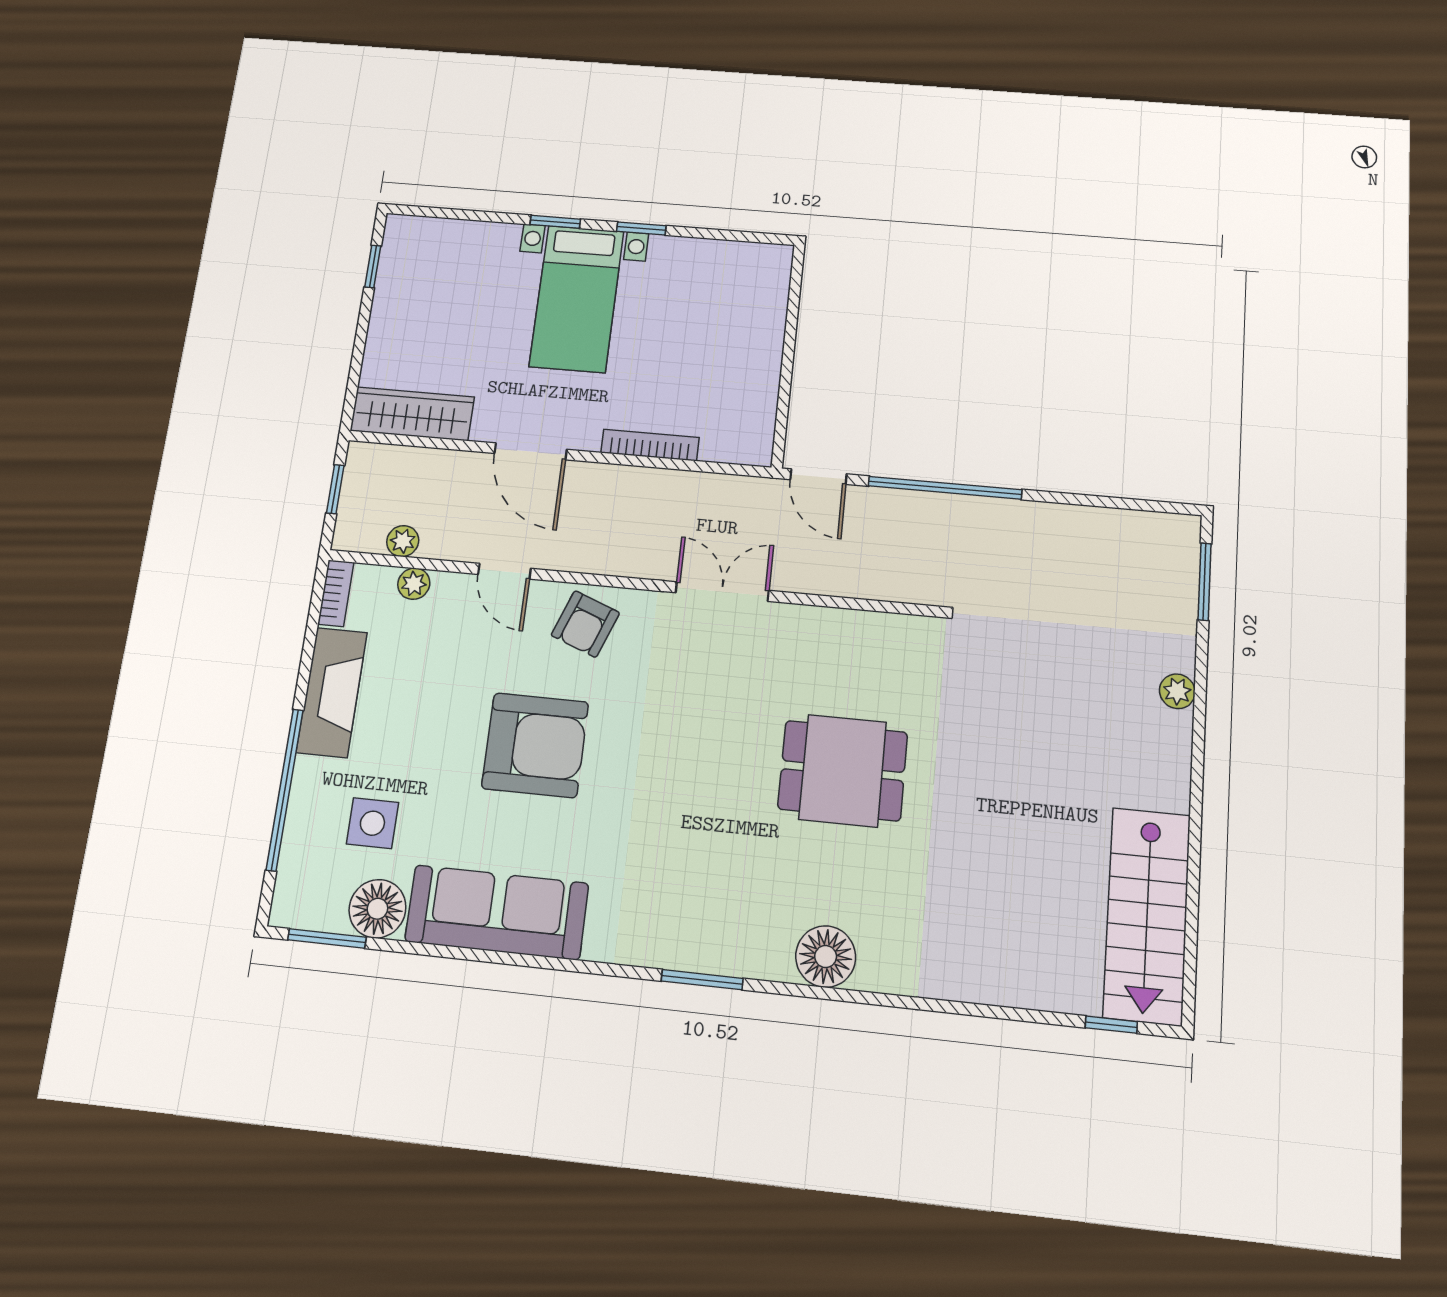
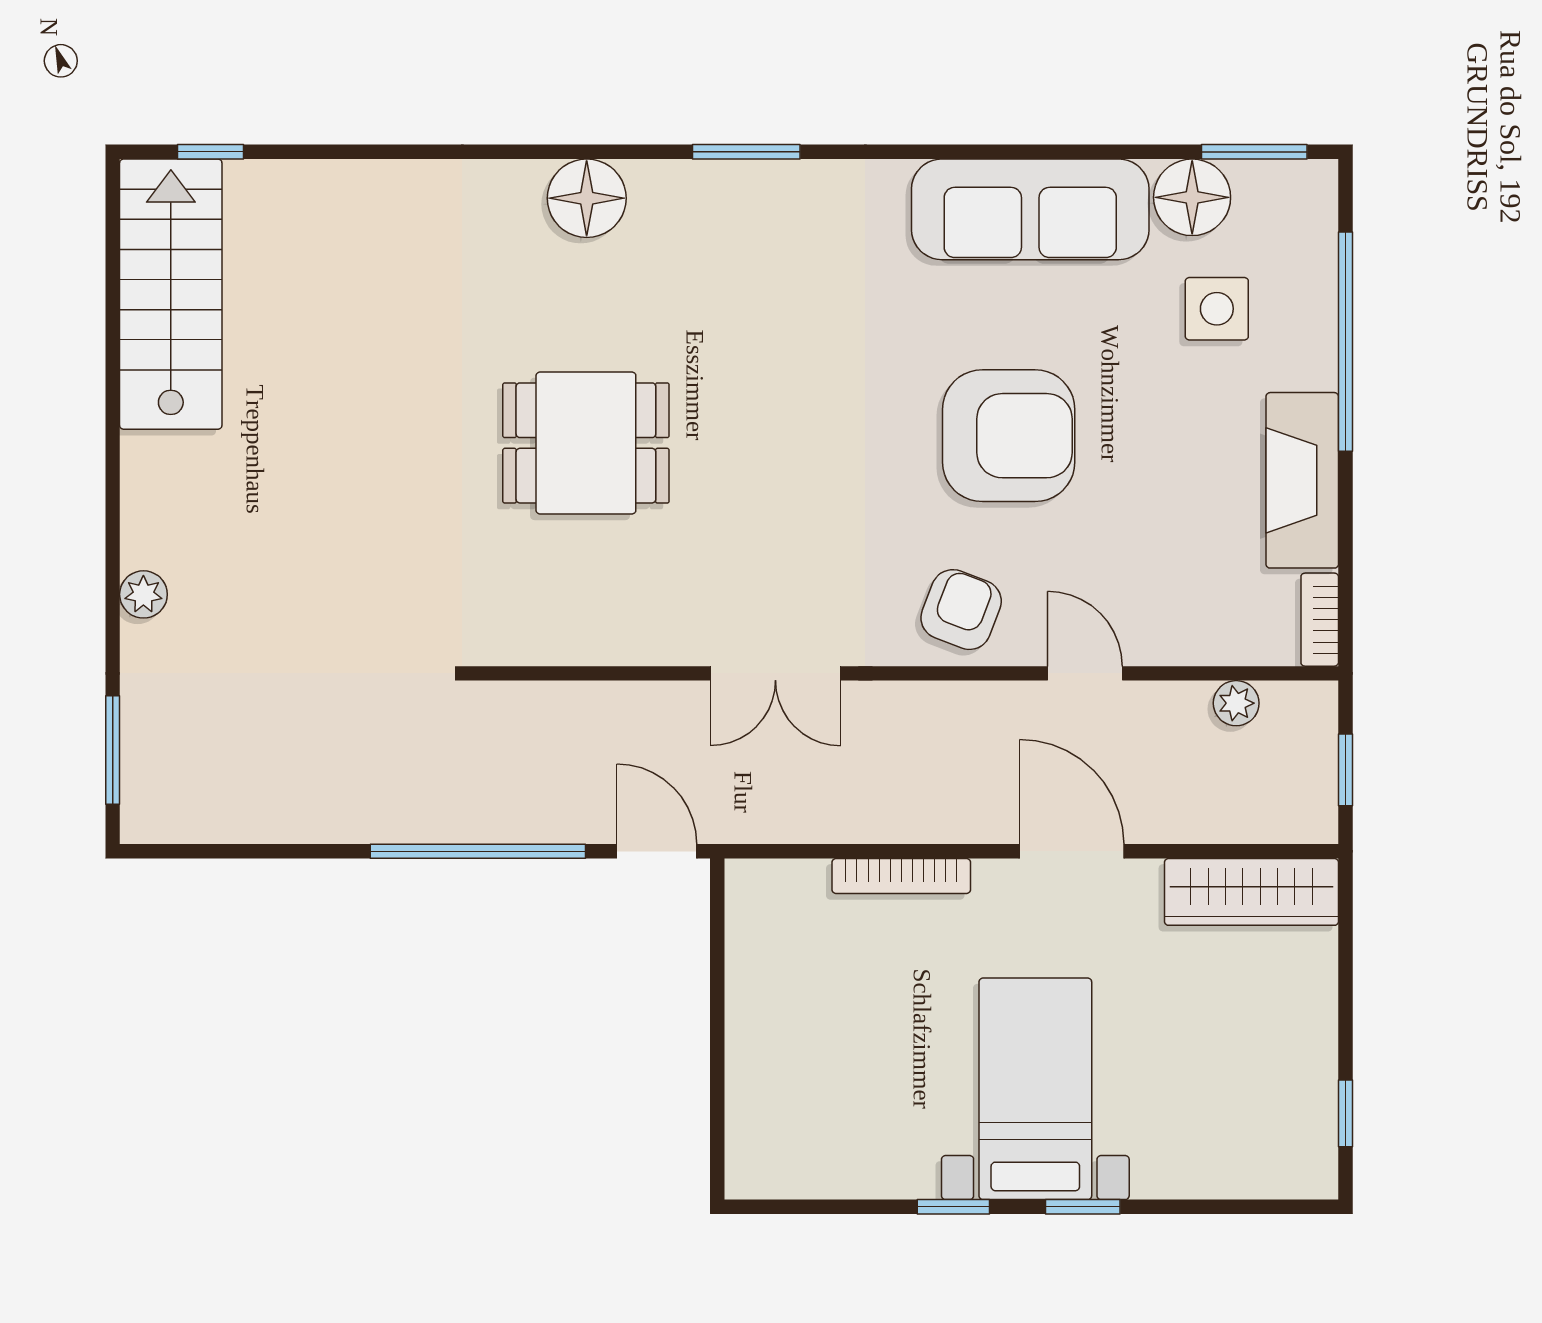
plant: (414, 584) -> (1211, 644), removed
armchair: (535, 745) -> (1009, 436), turned 180

